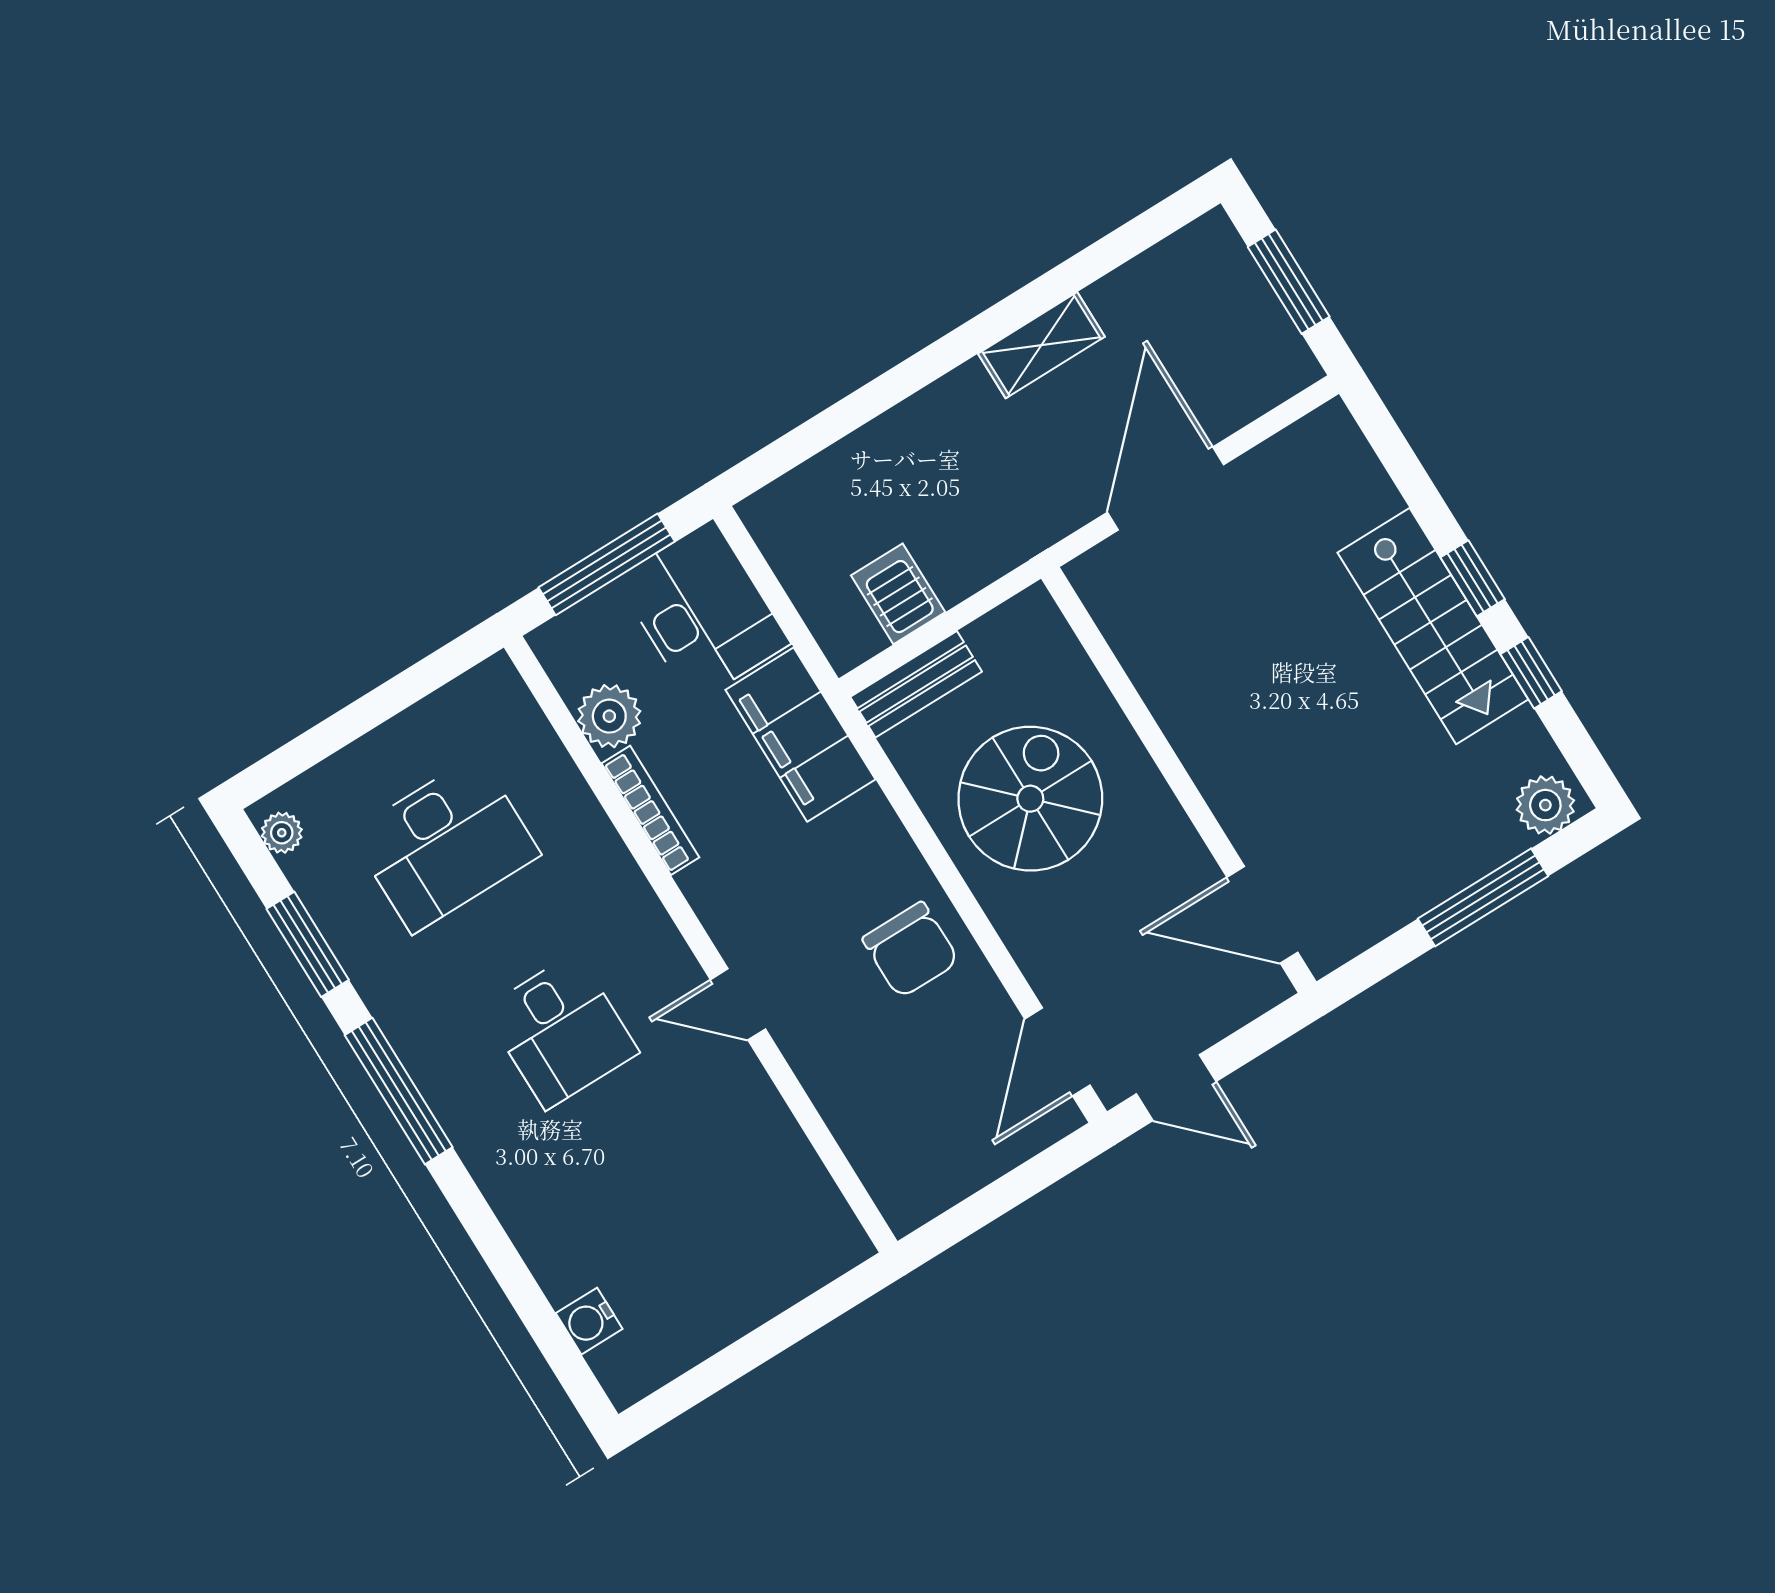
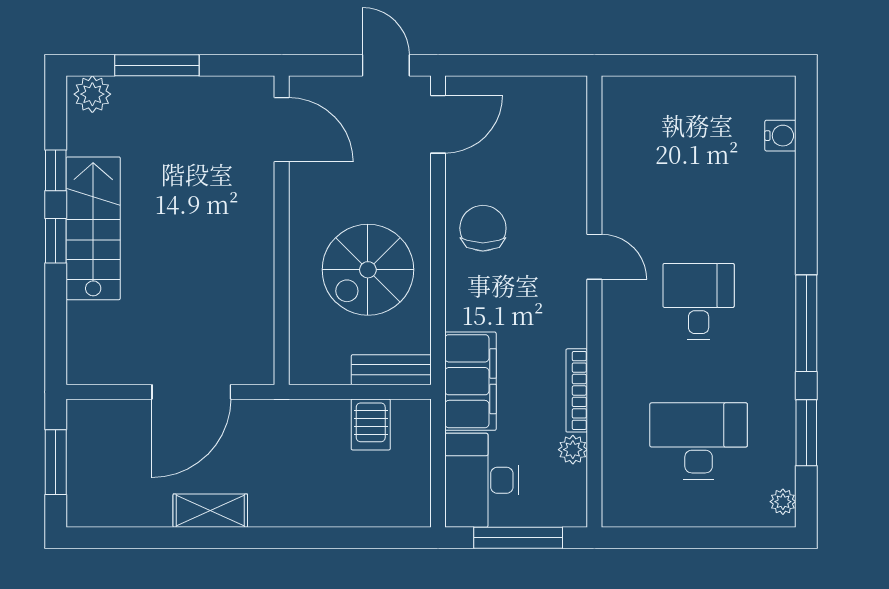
plant: (609, 716) -> (573, 450), width x0.73, depth x0.73

